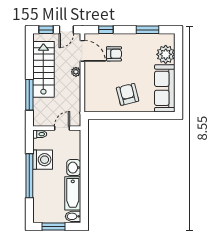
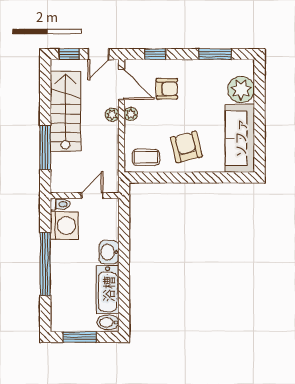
plant: (89, 71) -> (131, 114), added
coffee table: (99, 102) -> (146, 157), added
washing machine: (43, 160) -> (64, 226), moved

